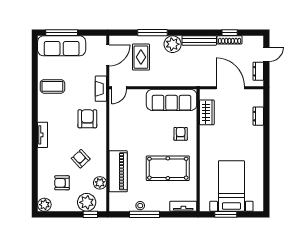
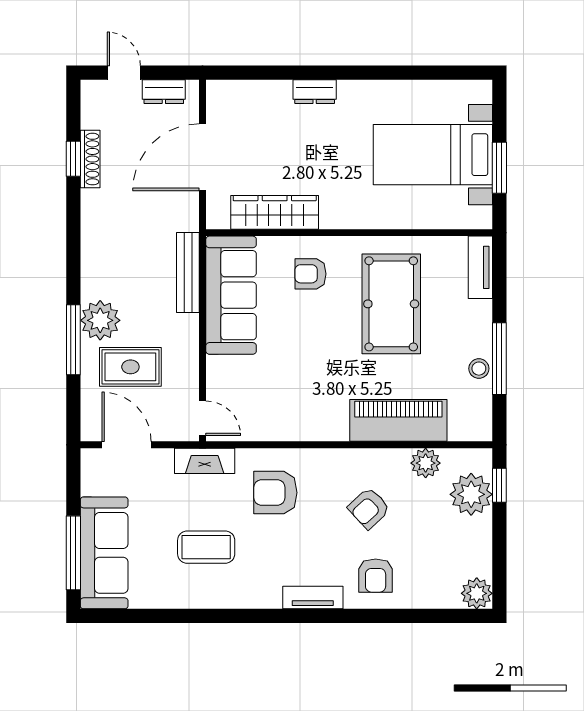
bench: (199, 40) -> (188, 272), moved
plant: (173, 44) -> (100, 320), moved
coffee table: (52, 86) -> (206, 547), moved, turned 90
wardrobe: (207, 112) -> (275, 212), width x1.50
dresser: (258, 116) -> (315, 92), moved
armchair: (62, 183) -> (376, 576), moved

